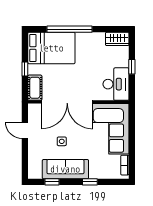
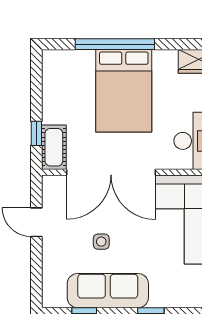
bed: (51, 48) -> (124, 91), moved, turned 90
window: (25, 69) -> (36, 133), moved

